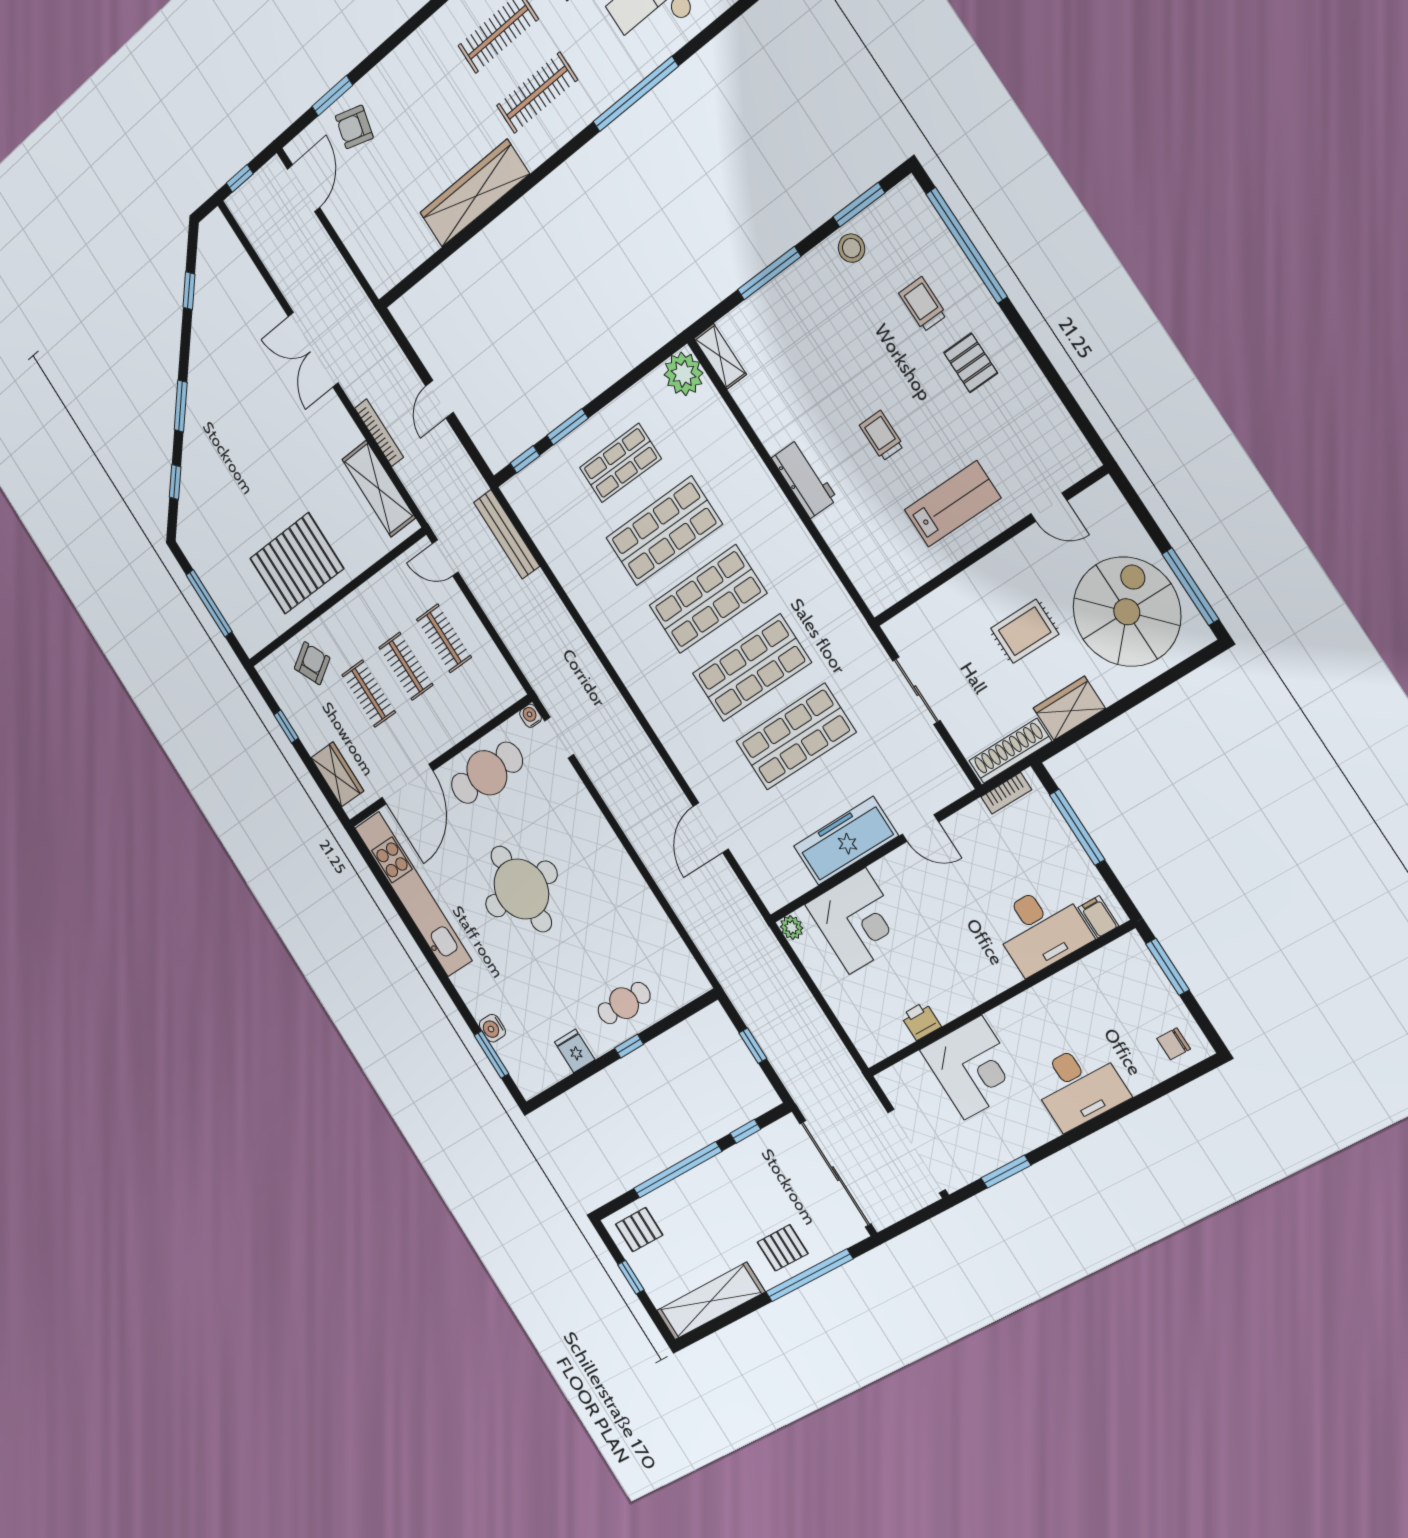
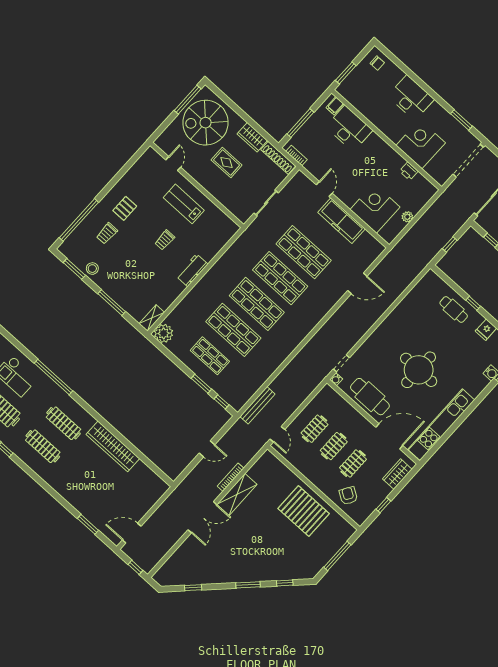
armchair: (354, 127) -> (99, 511), removed
shelving: (379, 489) -> (237, 494), moved
armchair: (312, 663) -> (348, 496), turned 61
plant: (792, 927) -> (407, 217), moved

